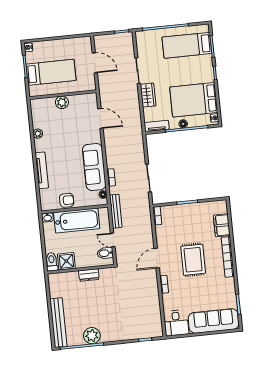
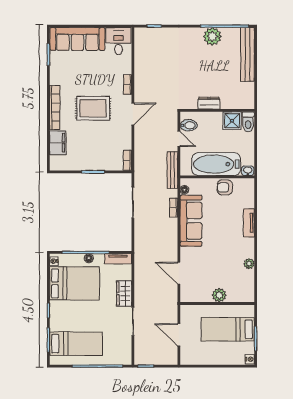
tv unit: (42, 170) -> (249, 223), width x0.71
rug: (193, 260) -> (93, 108), turned 90

